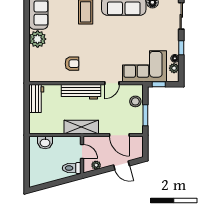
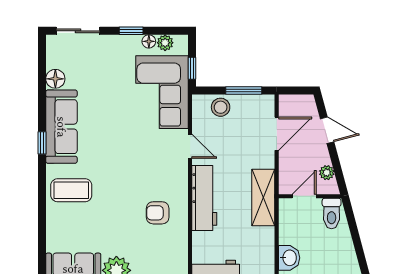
armchair: (72, 64) -> (158, 213), turned -90
door: (122, 165) -> (327, 130), hinge flipped

